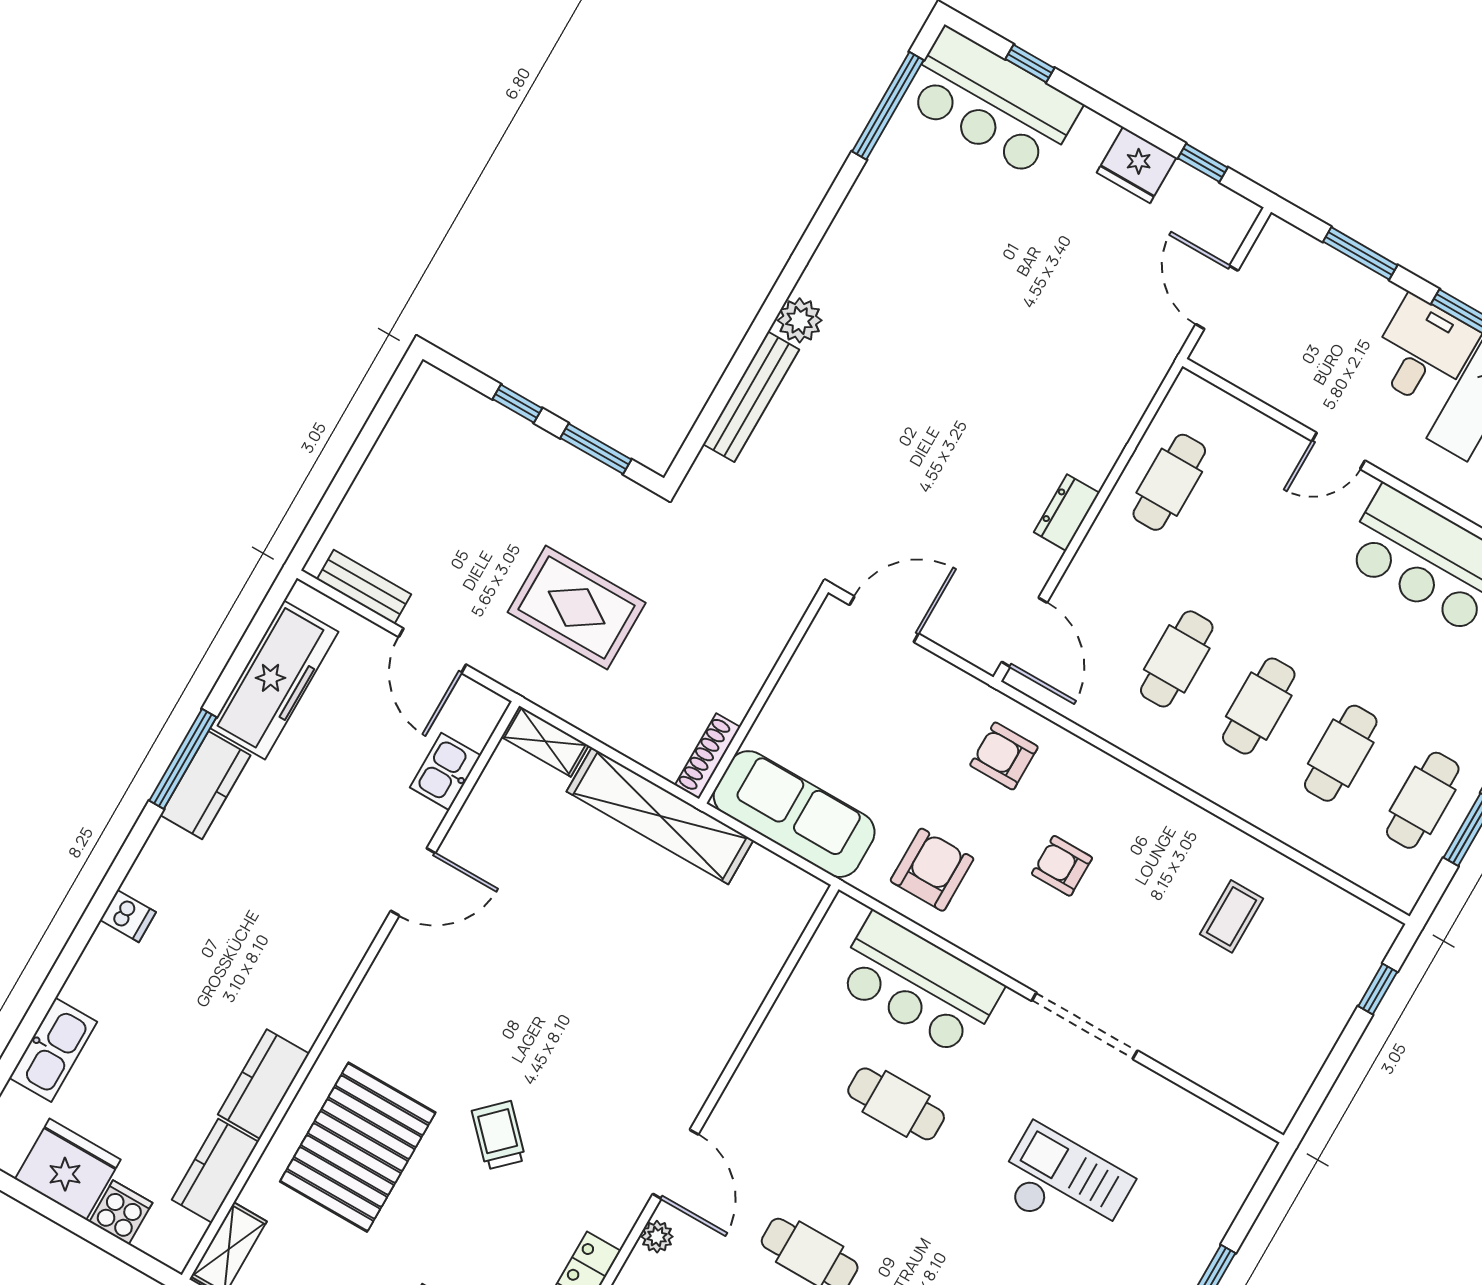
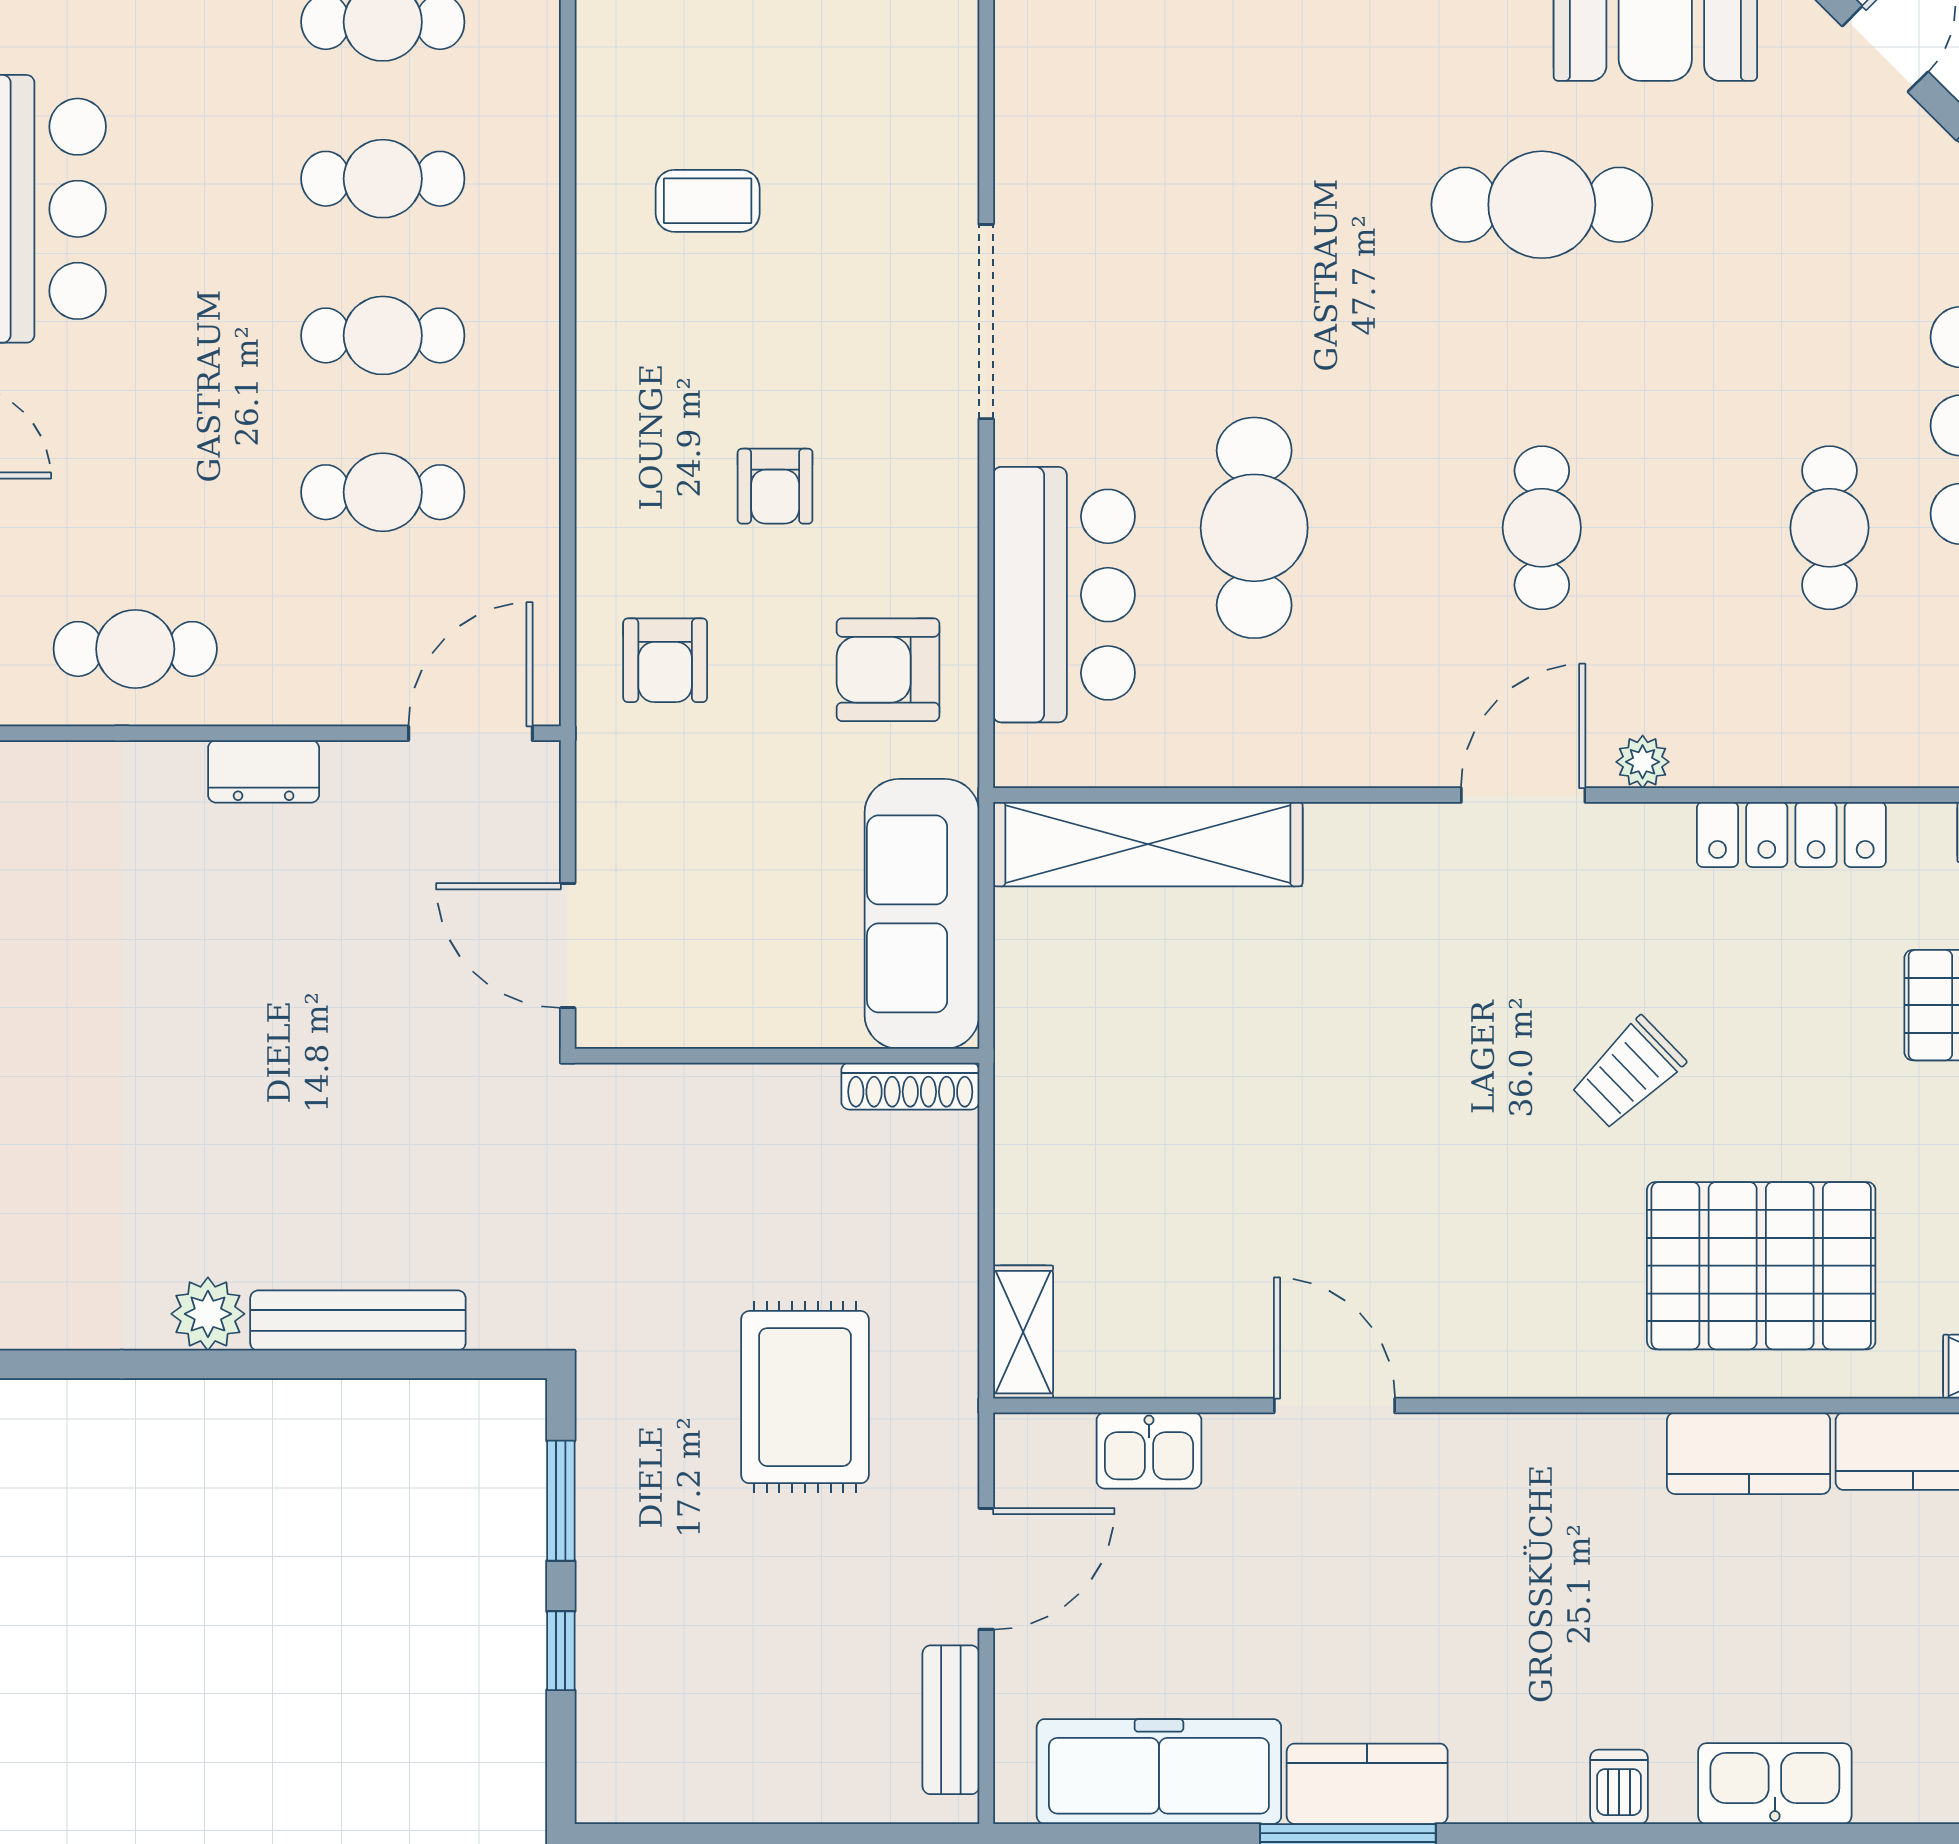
shelving: (660, 816) -> (1148, 844), moved, turned 90
kitchen sink: (53, 1050) -> (1775, 1784), moved
cafe table: (896, 1104) -> (1254, 528), width x1.37, depth x1.35
checkout: (1064, 1185) -> (1233, 219), removed

